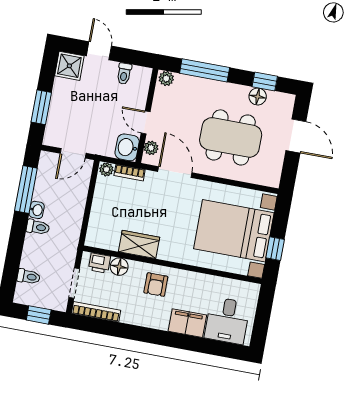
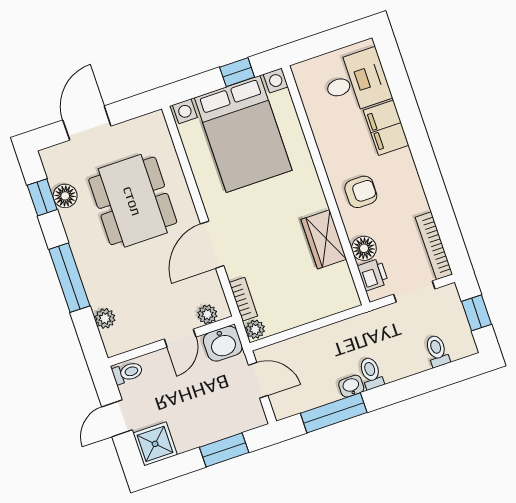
wall: (147, 116) -> (171, 341), moved
door: (146, 122) -> (180, 338), moved
washbasin: (127, 147) -> (223, 344), moved
plant: (151, 148) -> (207, 314), moved

